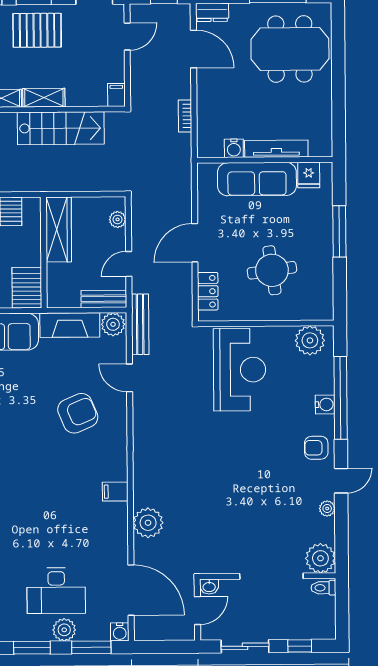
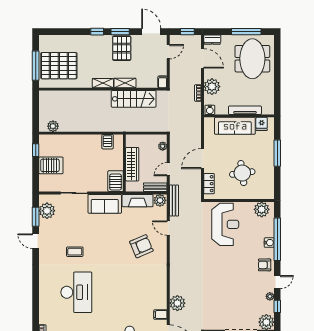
pallet: (37, 30) -> (122, 48), turned 90
meeting table: (290, 49) -> (252, 59), turned 90
plant: (212, 103) -> (212, 87), added
water cooler: (234, 148) -> (210, 110), moved
wardrobe: (59, 229) -> (132, 164), moved
filing cabinet: (115, 492) -> (160, 315), moved
window: (341, 528) -> (277, 306), added

